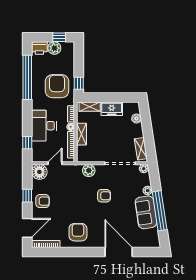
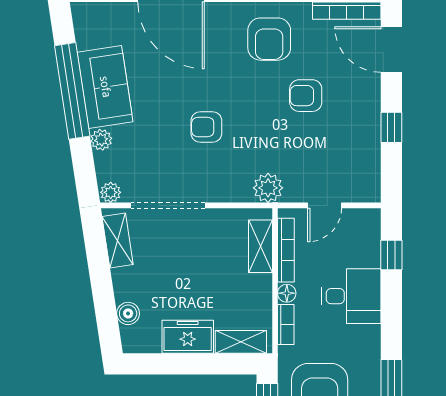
desk: (44, 126) -> (351, 296), width x0.73
shelving: (81, 134) -> (261, 246), moved
plant: (89, 171) -> (268, 188), moved
floor lamp: (39, 172) -> (362, 185), removed
armchair: (43, 201) -> (306, 96), moved
door: (27, 228) -> (391, 49), hinge flipped

